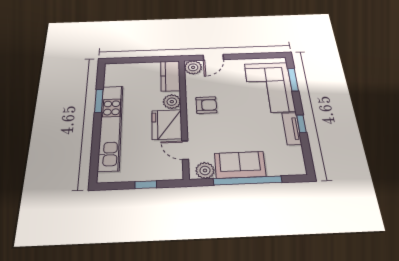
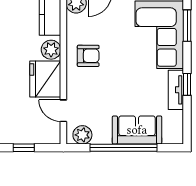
sofa: (240, 165) -> (137, 130), moved

